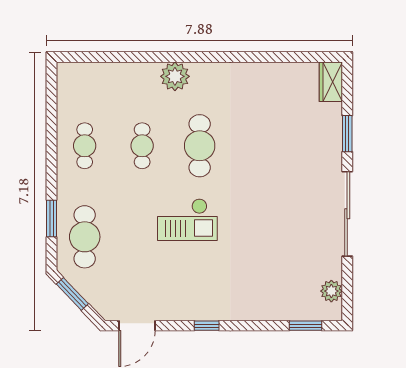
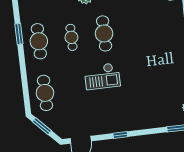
cafe table: (85, 146) -> (39, 41), width x1.37, depth x1.35
window: (51, 218) -> (19, 34), moved

